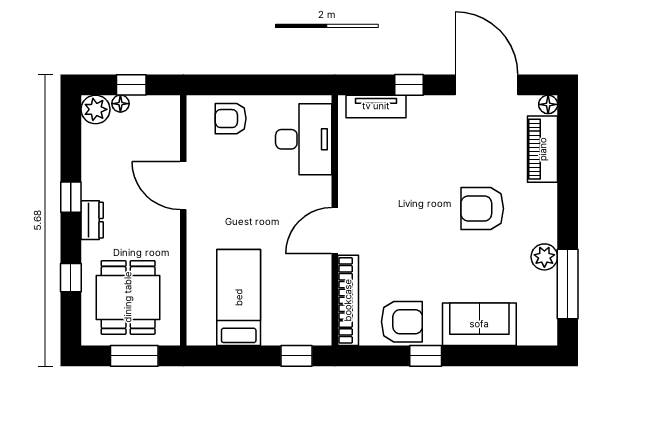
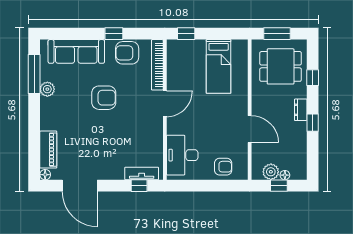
window: (409, 85) -> (139, 186), moved
plant: (96, 109) -> (271, 172), moved
armchair: (482, 208) -> (104, 98), moved
dining table: (128, 297) -> (281, 66), turned 90
sofa: (479, 324) -> (76, 51), width x1.36

